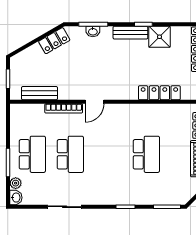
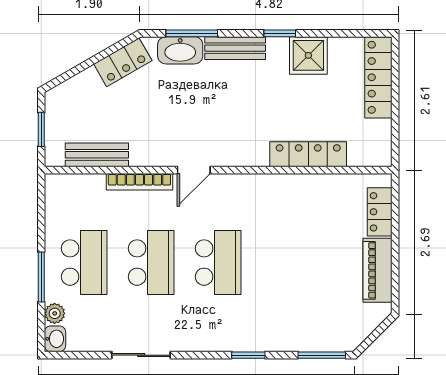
washbasin: (93, 31) -> (180, 50), width x1.91, depth x1.45
bench: (130, 33) -> (235, 48), moved
school desk: (146, 154) -> (218, 263), moved

